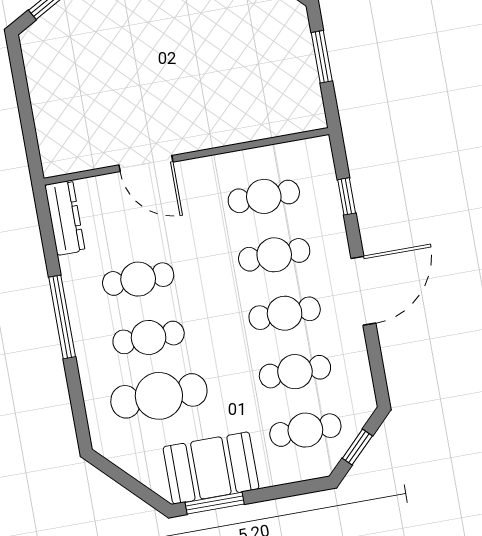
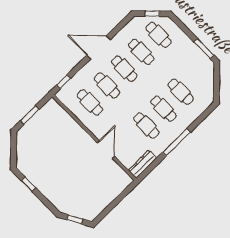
window: (347, 196) -> (64, 82), moved
cafe table: (159, 396) -> (181, 92), width x0.73, depth x0.74
booth: (211, 468) -> (193, 58), removed

